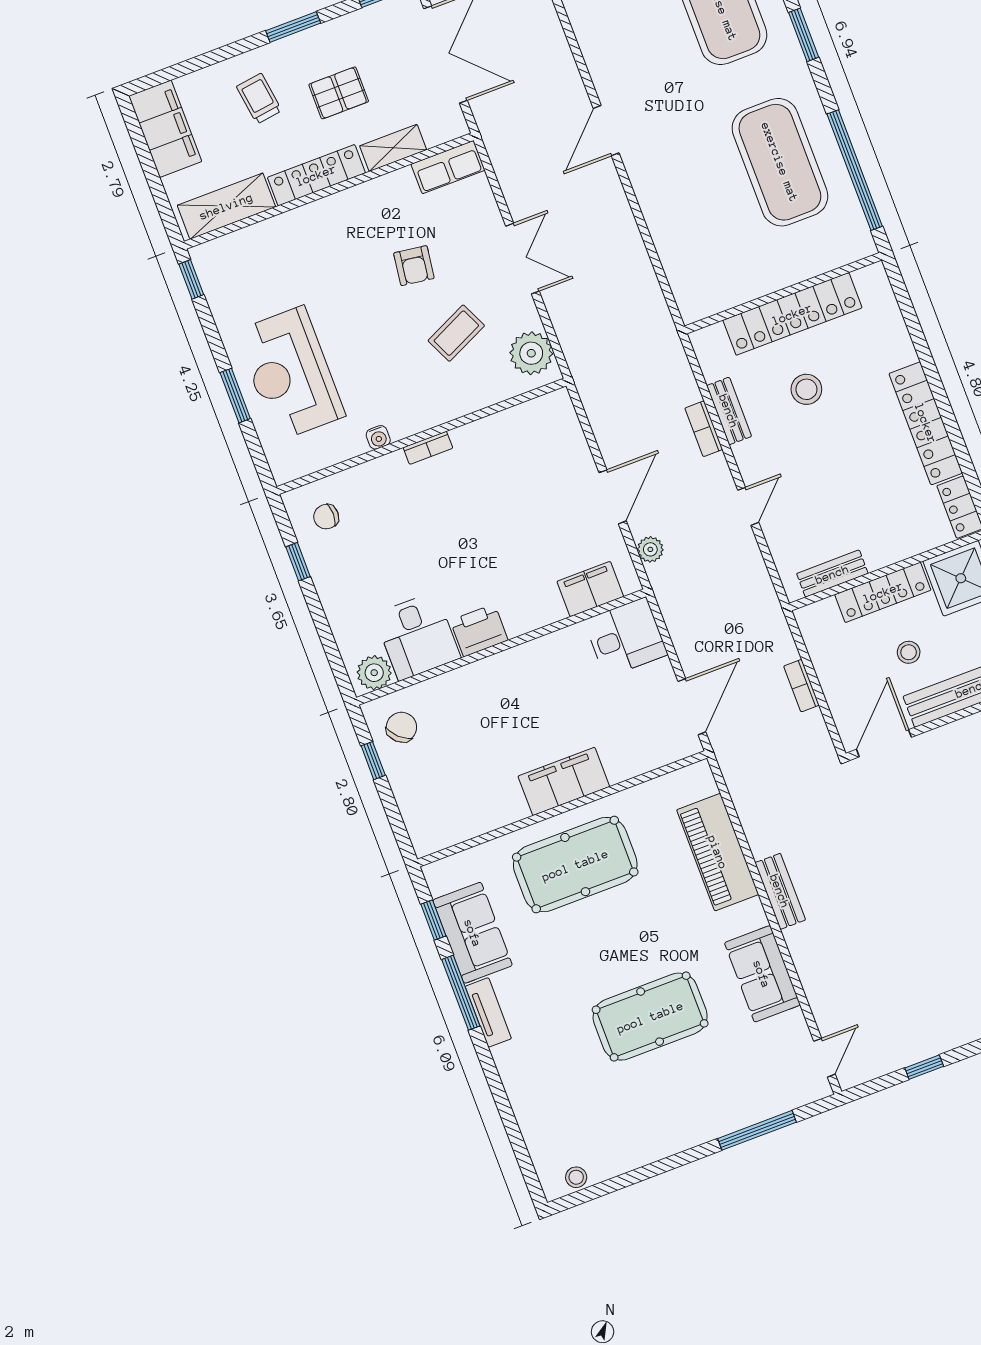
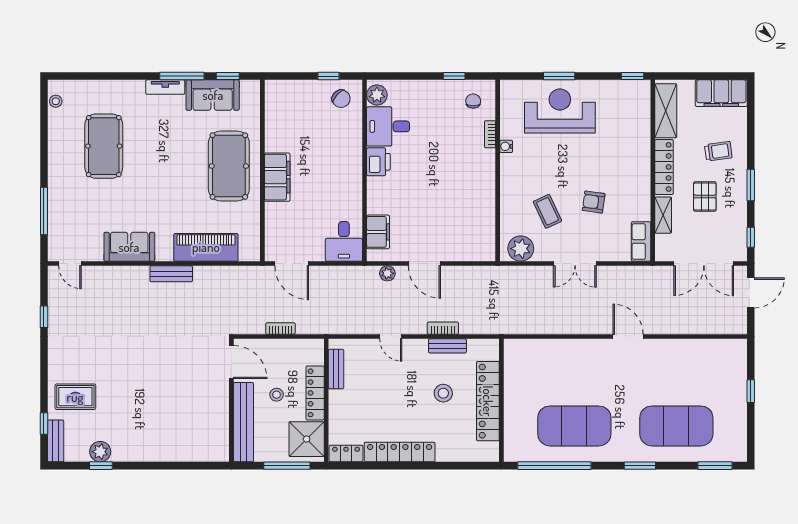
bookcase: (428, 448) -> (490, 134), moved
pool table: (650, 1017) -> (104, 146), moved

